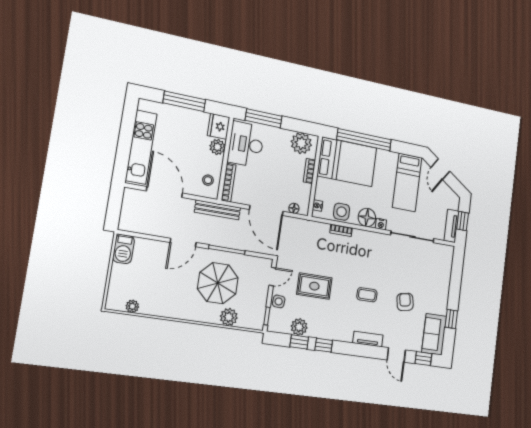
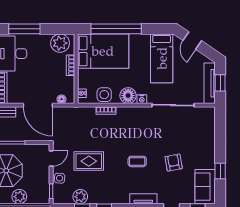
tv unit: (451, 226) -> (210, 83), width x1.41

